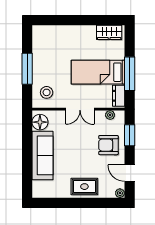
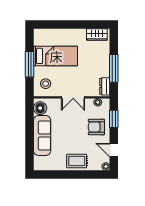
bed: (98, 72) -> (56, 56), moved, turned 180

